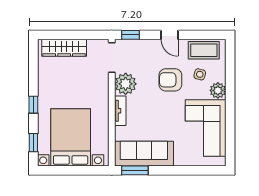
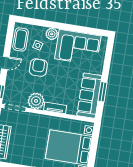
armchair: (170, 80) -> (38, 68), turned 180
window: (135, 170) -> (103, 92), moved

